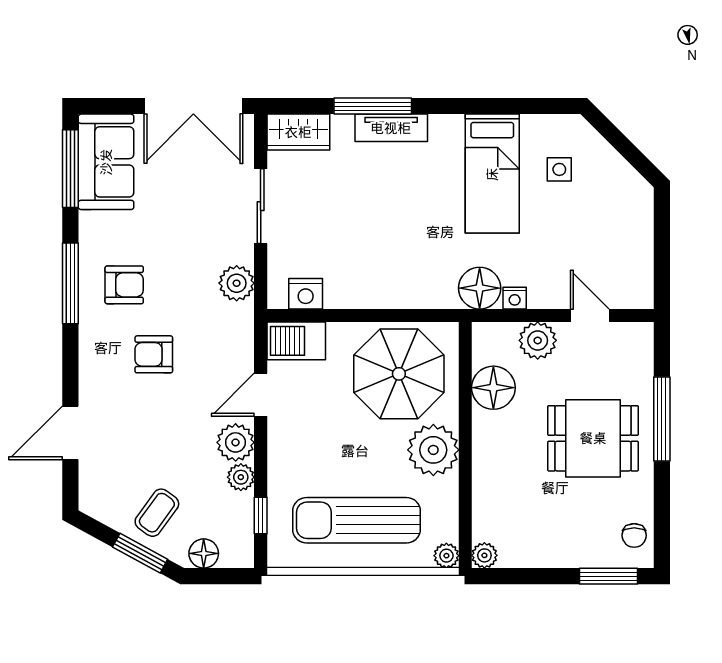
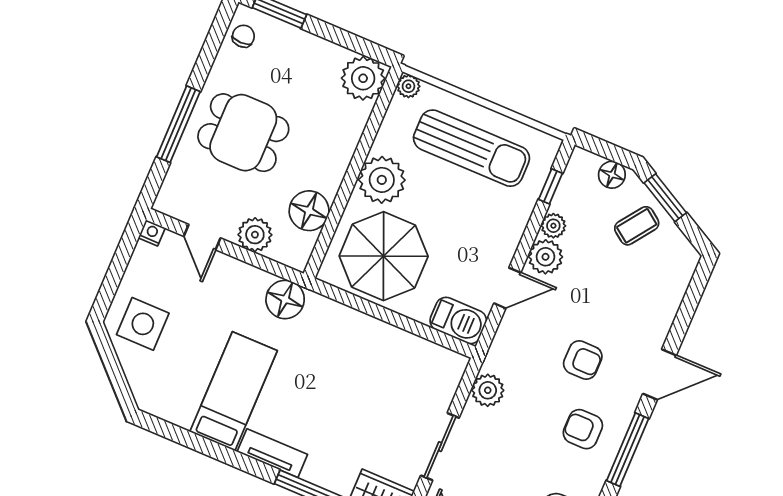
tv unit: (391, 128) -> (272, 453), moved
side table: (559, 169) -> (143, 324), moved, width x1.87, depth x1.87
nightstand: (306, 294) -> (433, 357), removed
nightstand: (515, 298) -> (152, 233), moved
door: (70, 433) -> (659, 374), moved
plant: (484, 555) -> (363, 78), width x1.88, depth x1.88

